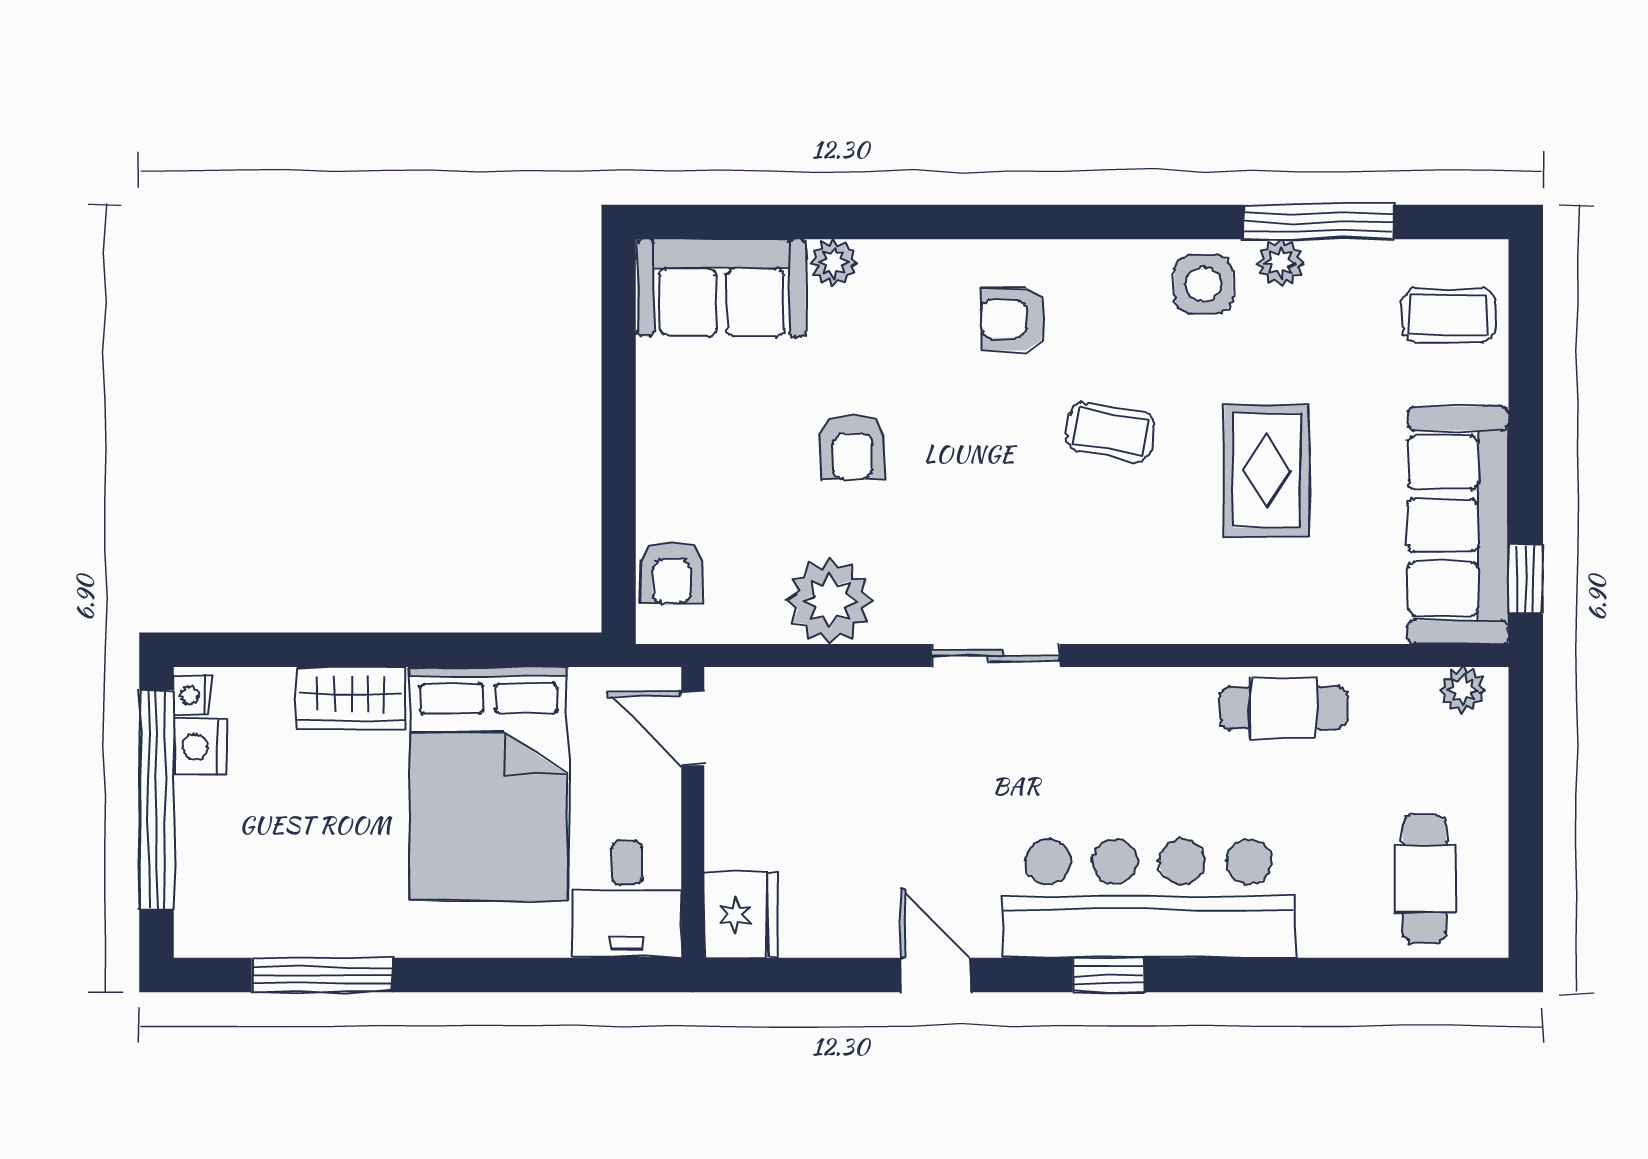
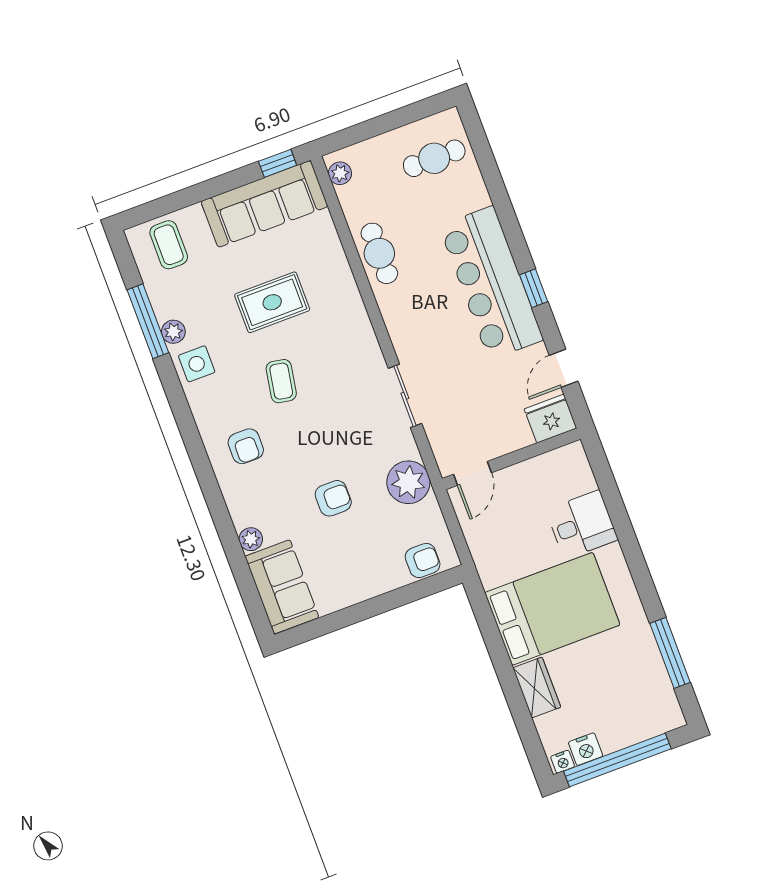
door: (693, 728) -> (472, 473), moved
wall: (693, 812) -> (511, 459), moved
fridge: (741, 915) -> (550, 419), moved

